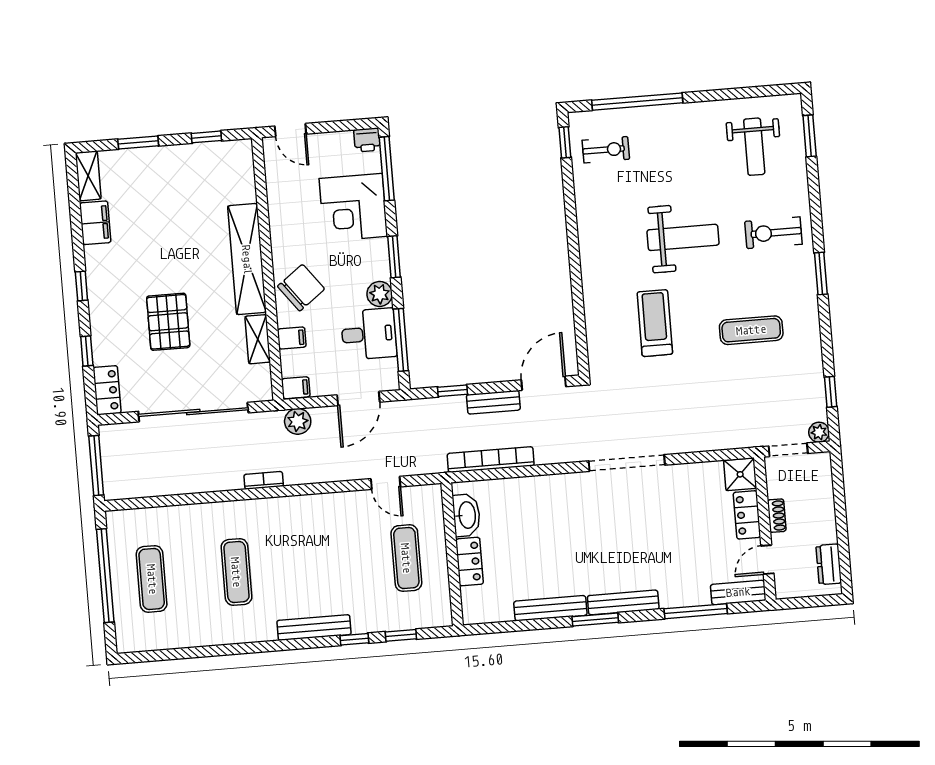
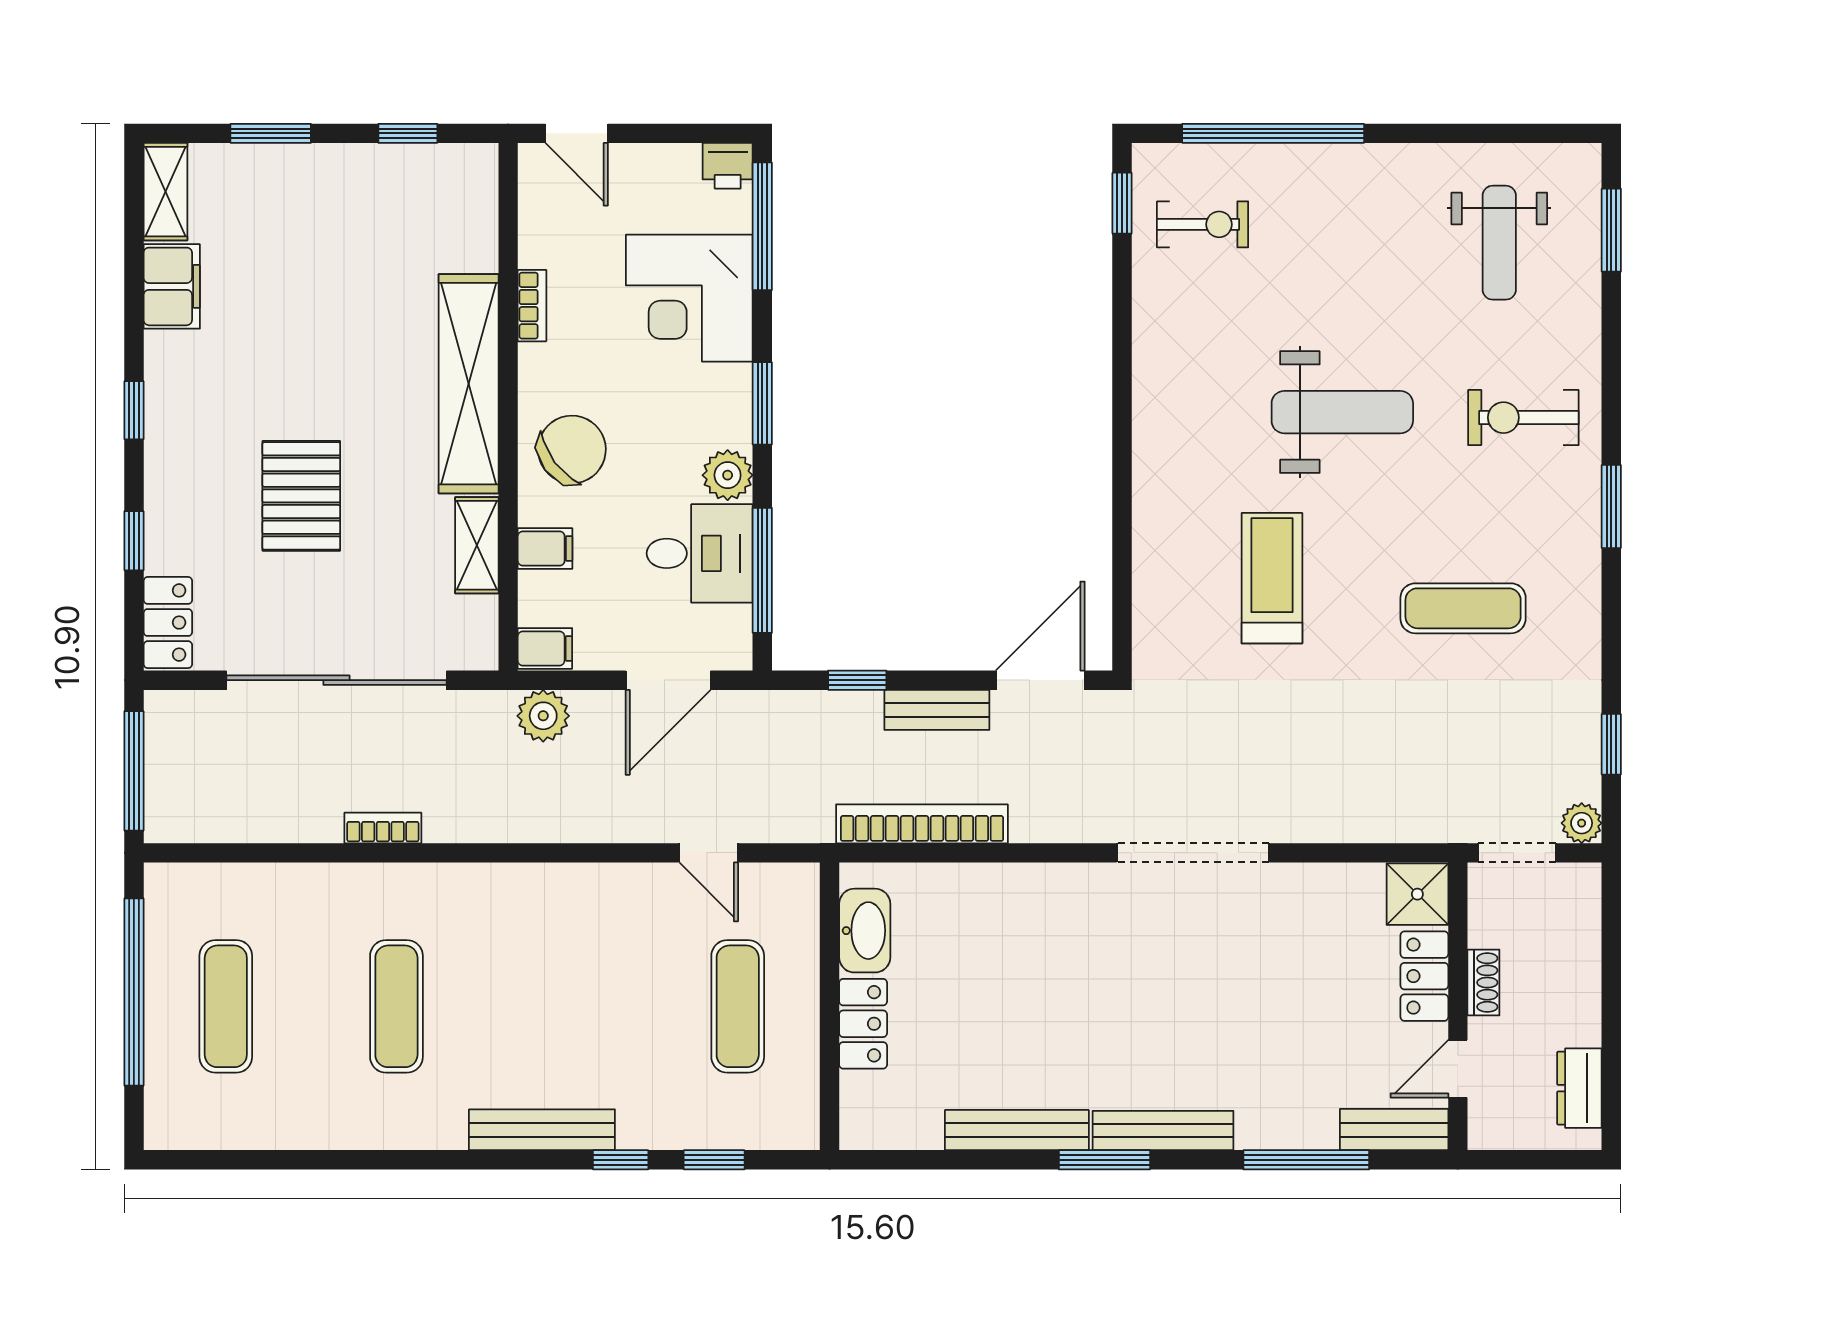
bookcase: (275, 218) -> (532, 306), added
bookcase: (264, 480) -> (383, 828), moved

